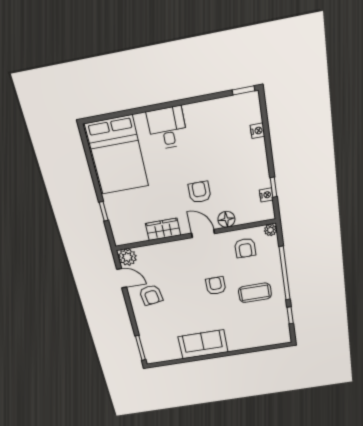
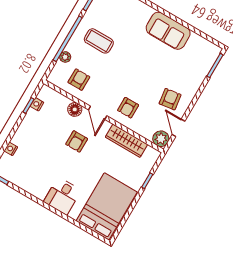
wardrobe: (163, 229) -> (126, 141), width x1.50
plant: (270, 230) -> (65, 57), moved
armchair: (216, 286) -> (128, 108), moved

